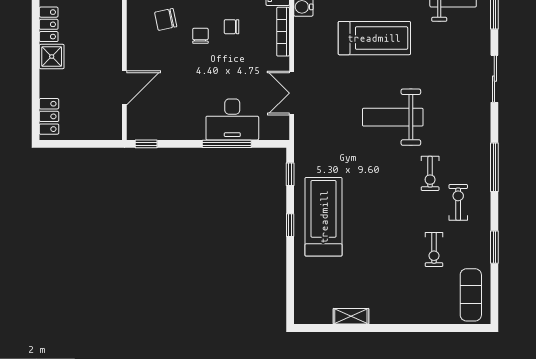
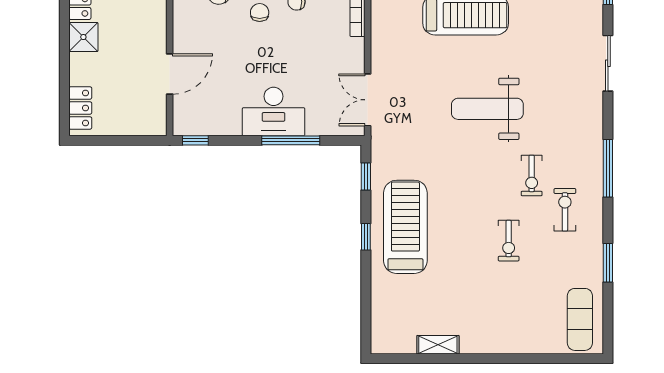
double door: (292, 93) -> (368, 100), moved
desk: (232, 119) -> (274, 112), moved
exercise bike: (434, 249) -> (509, 241), moved

